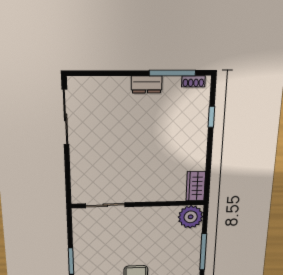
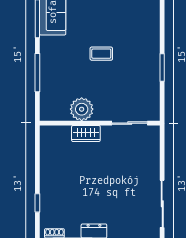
wardrobe: (196, 186) -> (86, 133), moved, turned 90
plant: (191, 217) -> (82, 109), moved

